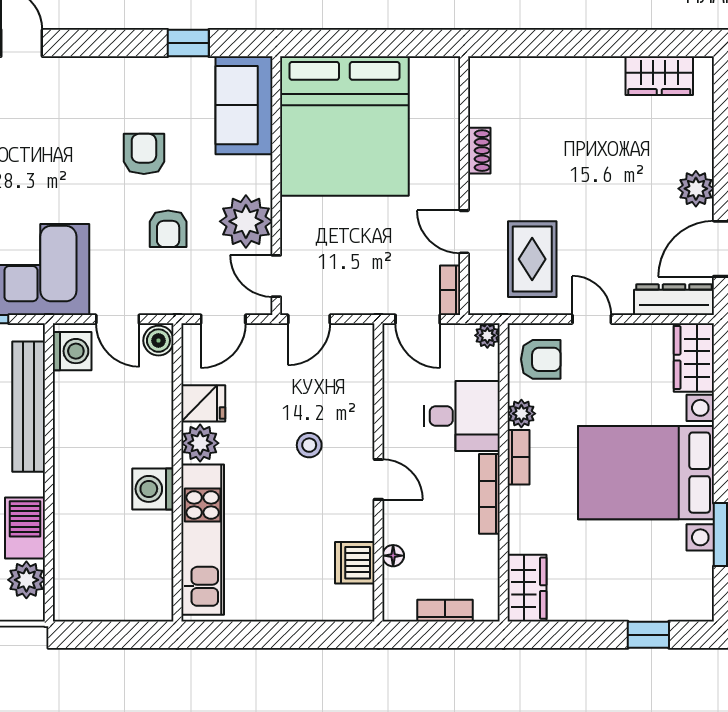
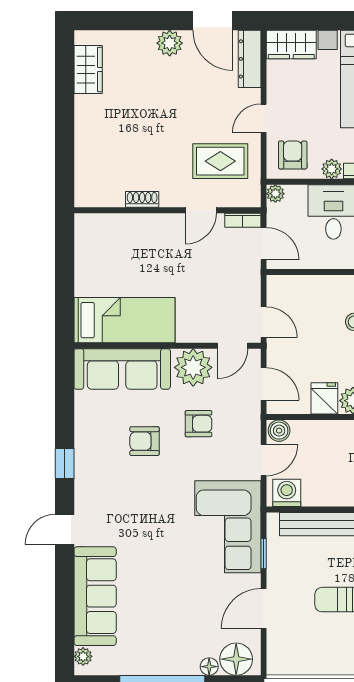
window: (188, 43) -> (65, 464), moved
sofa: (244, 105) -> (122, 369), width x1.36
bed: (344, 126) -> (124, 320), width x0.49
door: (418, 319) -> (264, 244), hinge flipped

